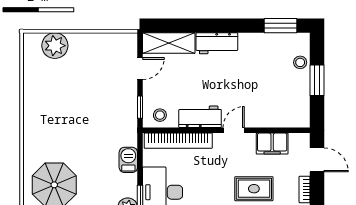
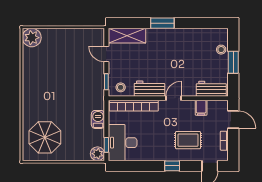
window: (280, 26) -> (162, 23), moved
workbench: (217, 43) -> (211, 89), moved, turned 180
plant: (55, 46) -> (32, 38), moved
door: (140, 69) -> (106, 54), swing flipped
filing cabinet: (272, 144) -> (201, 108), width x0.50

